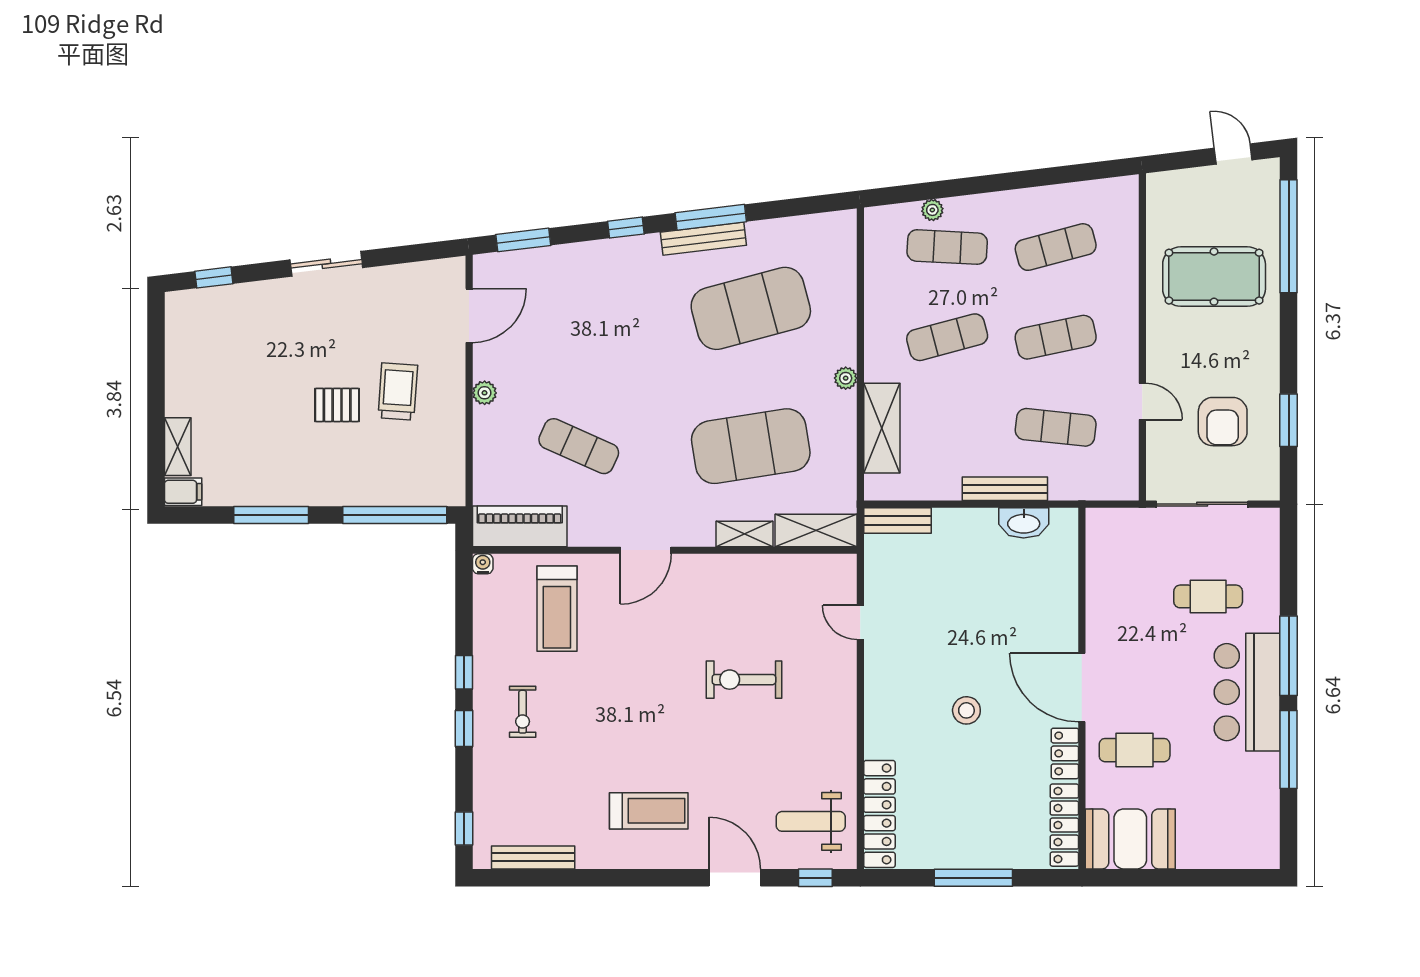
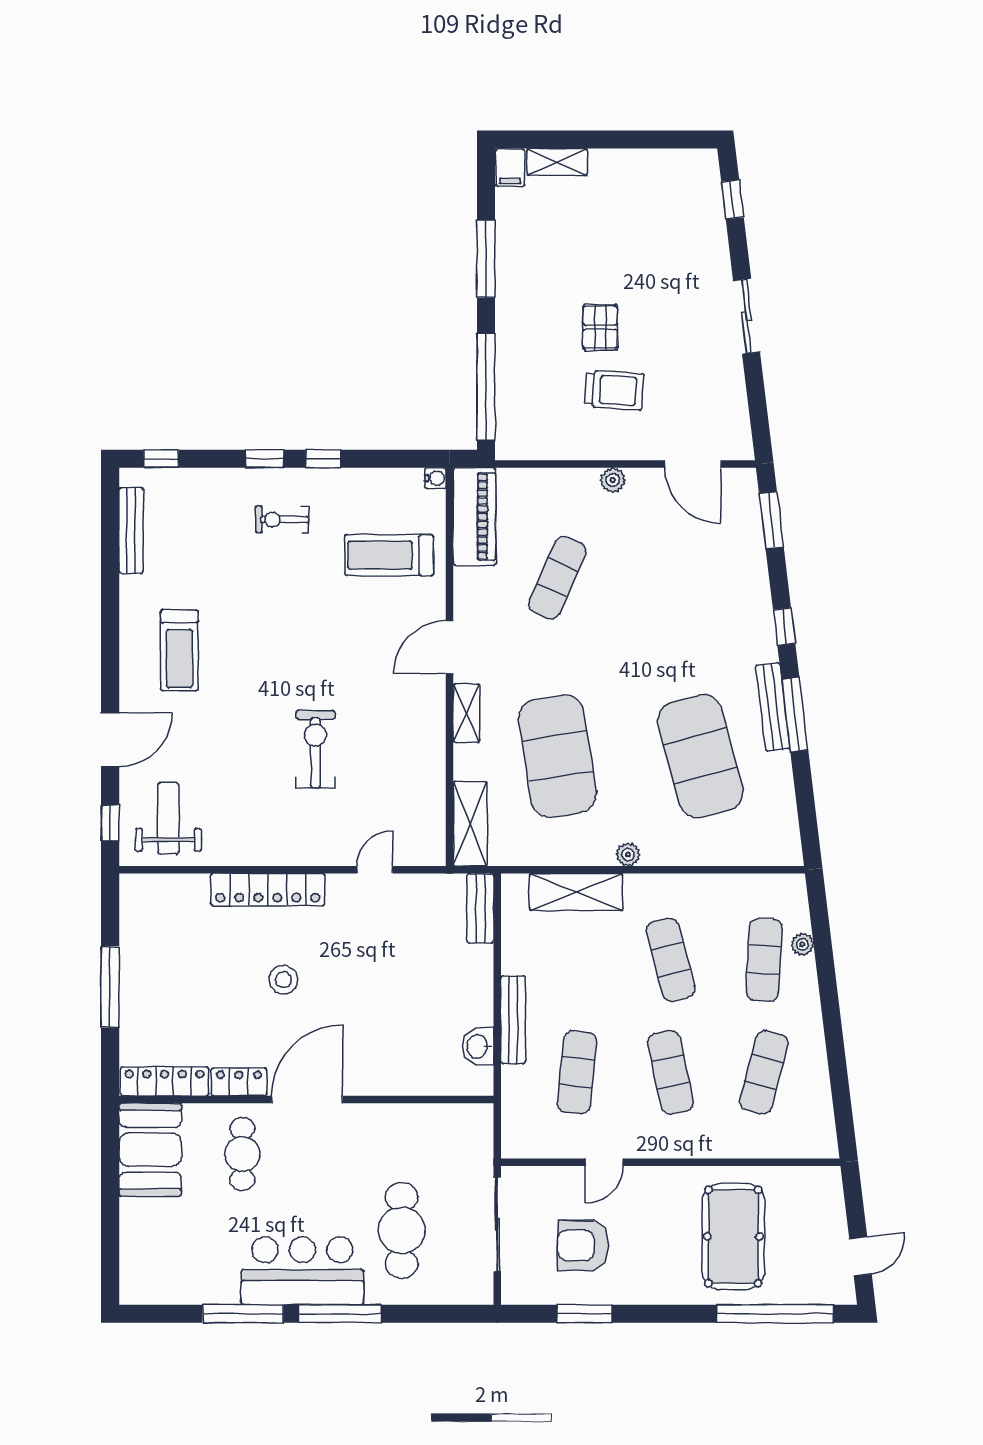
exercise mat: (1056, 247) -> (764, 1072), turned 30
washbasin: (1024, 523) -> (478, 1046), width x0.72
shelving: (744, 534) -> (466, 713), moved
door: (646, 550) -> (450, 647), hinge flipped
cafe table: (1208, 596) -> (402, 1230), width x1.37, depth x1.35
locker: (879, 814) -> (268, 890), moved

